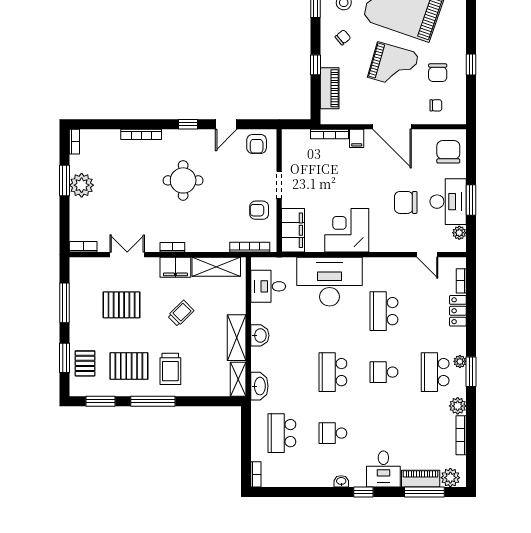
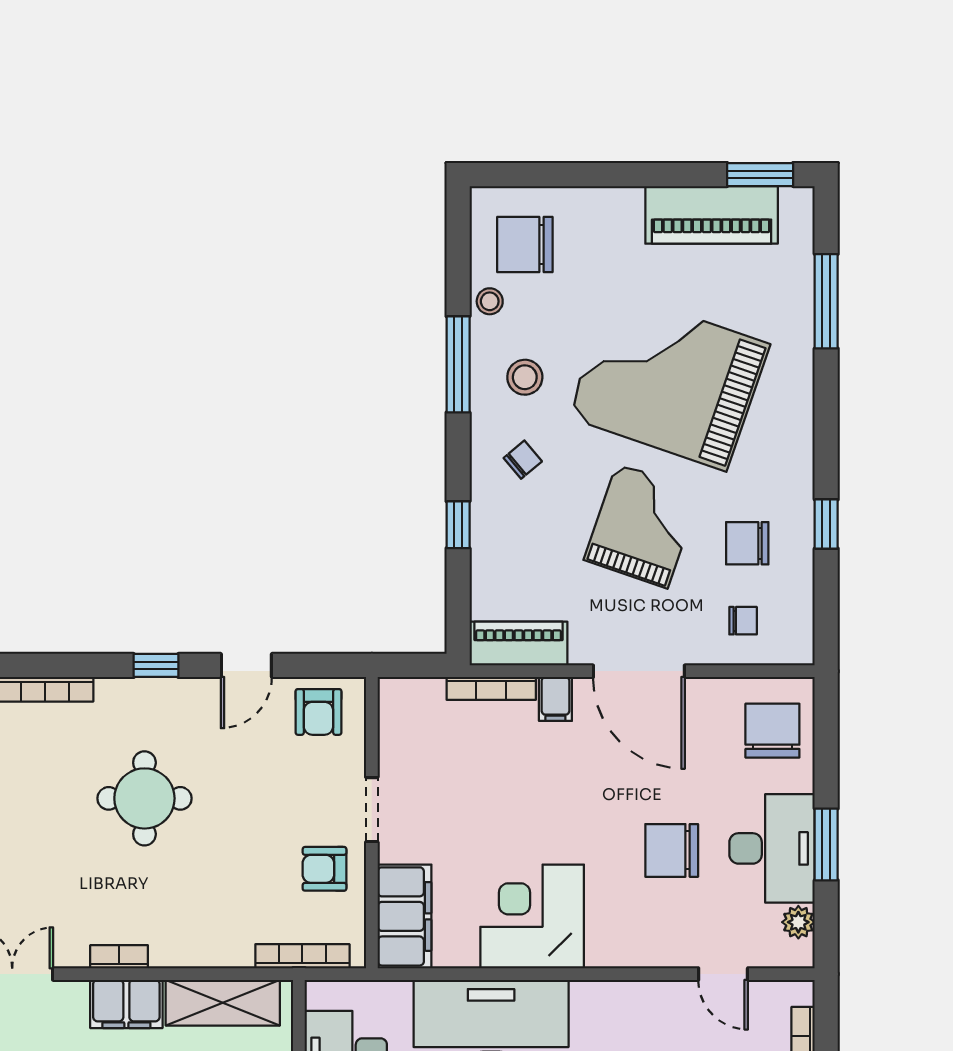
grand piano: (393, 65) -> (642, 526), turned -87
chair: (438, 73) -> (747, 543), turned 90
piano: (330, 88) -> (519, 644), moved, turned -90

